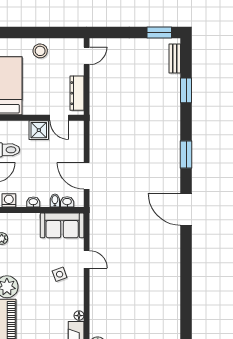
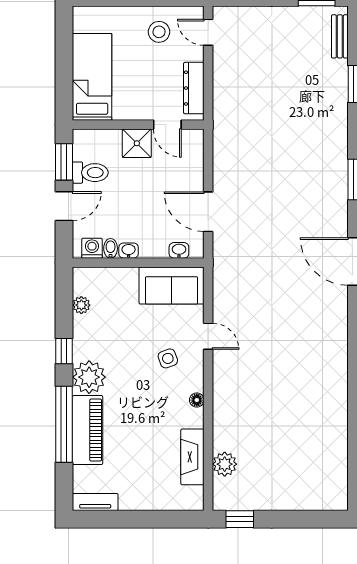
stool: (40, 51) -> (159, 32), moved
door: (87, 56) -> (208, 32), swing flipped
bidet: (55, 201) -> (111, 248), moved
floor lamp: (79, 316) -> (197, 400), moved

